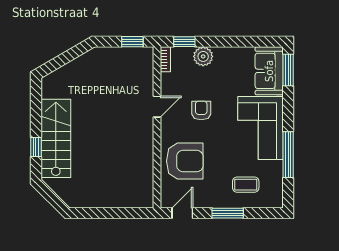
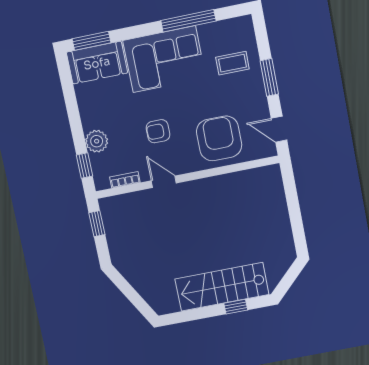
bookcase: (165, 59) -> (125, 180), moved
coffee table: (246, 185) -> (232, 63), turned 90

